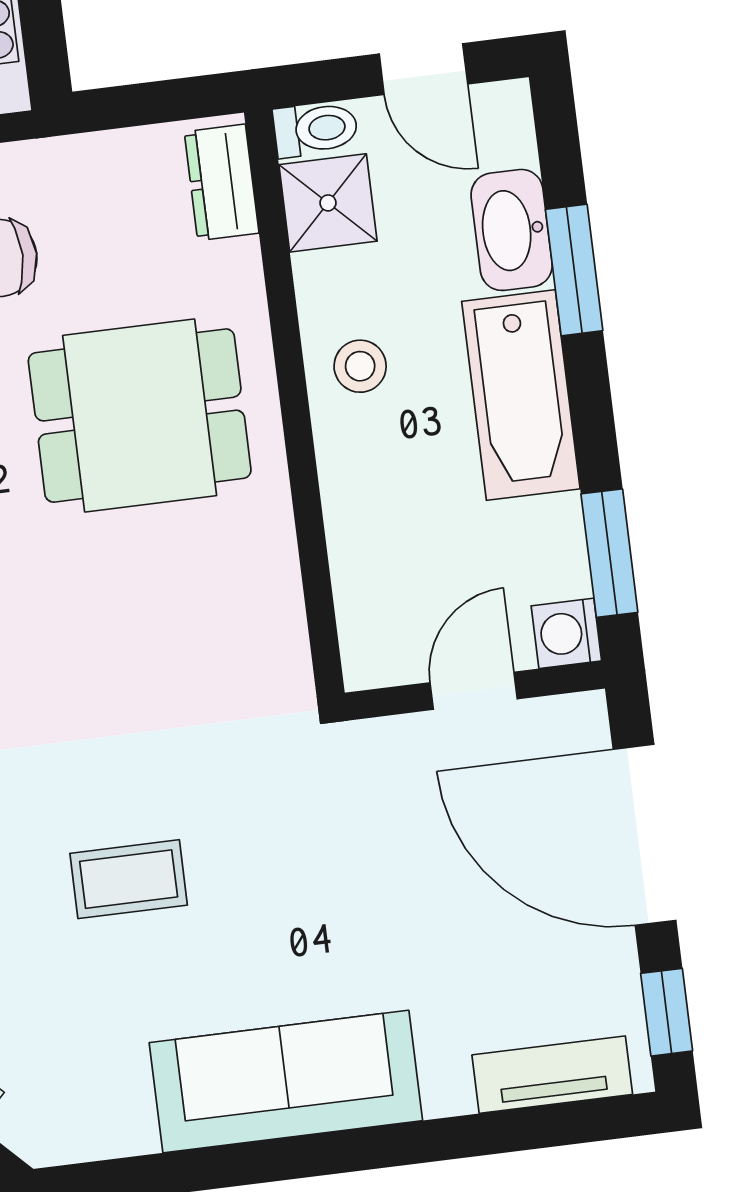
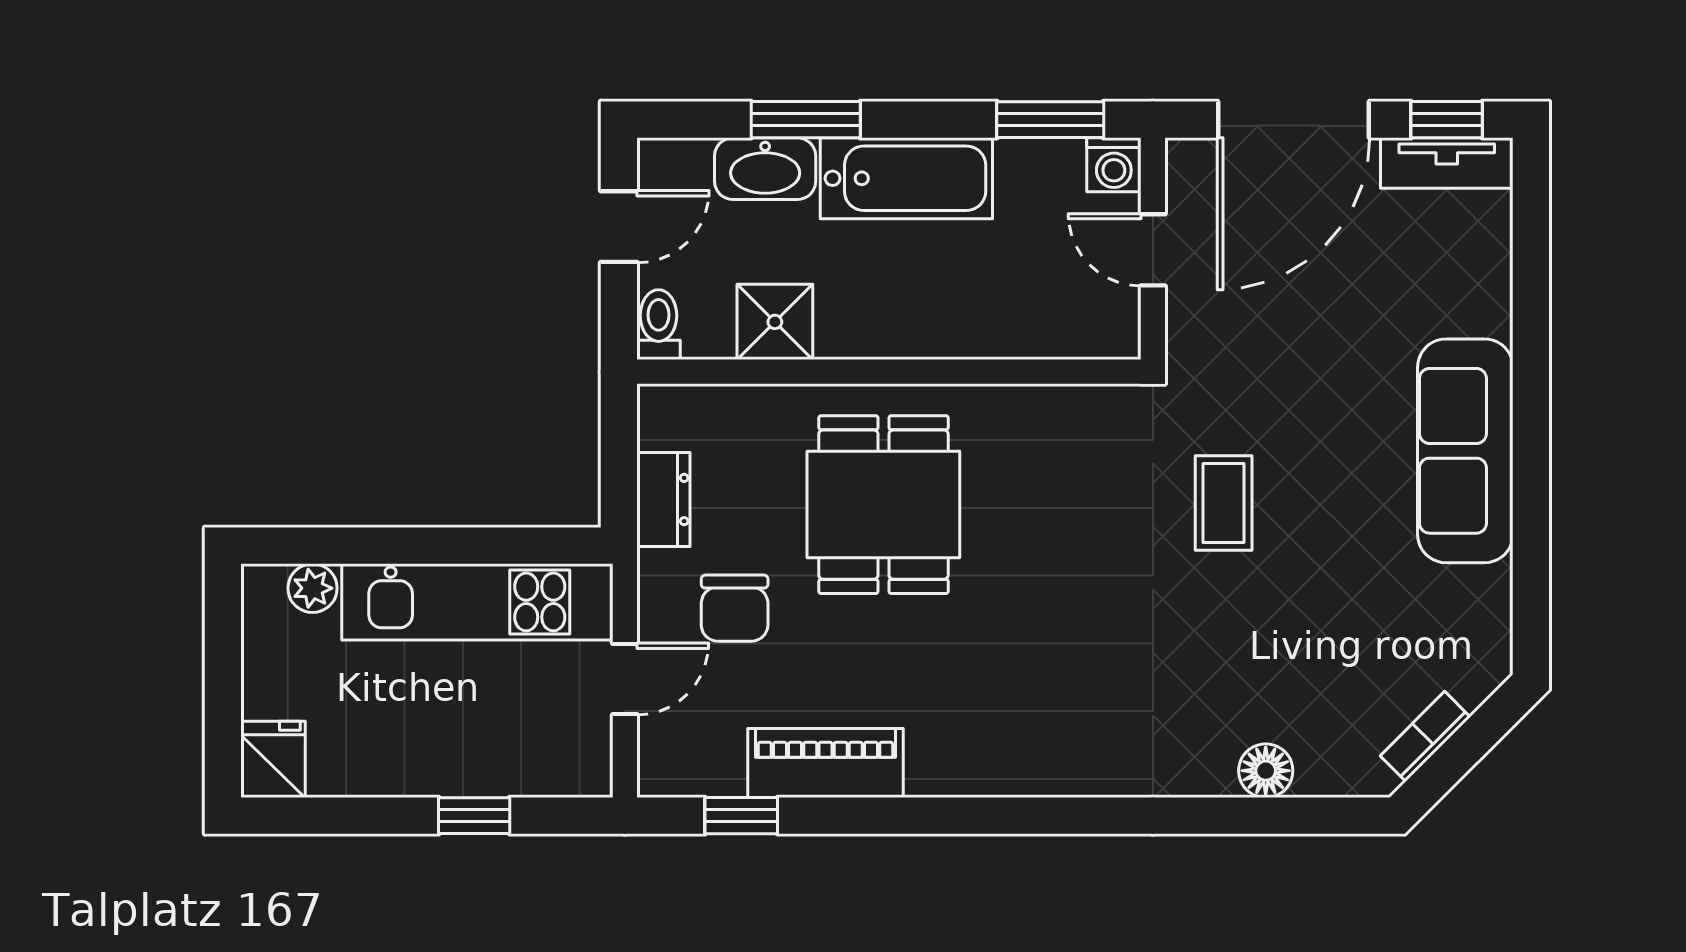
dresser: (222, 182) -> (663, 500), moved, turned -90
shower: (328, 203) -> (775, 322), moved
stool: (360, 366) -> (865, 312), removed
coffee table: (129, 879) -> (1224, 503), moved
tv unit: (552, 1075) -> (1447, 163), moved, turned -90

